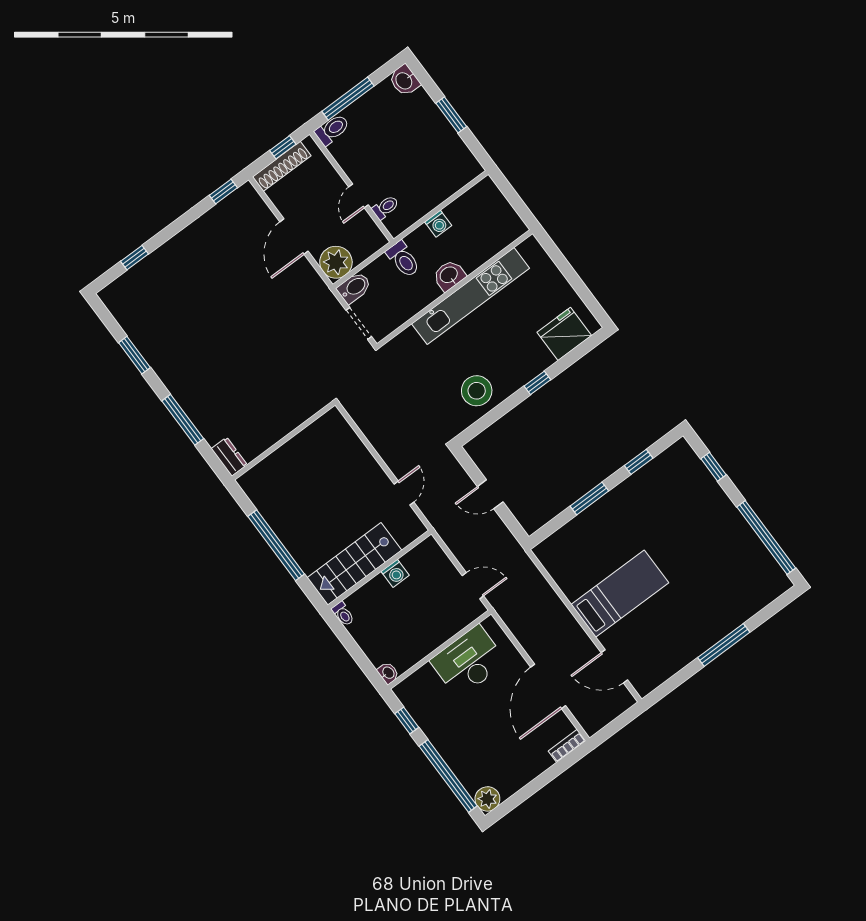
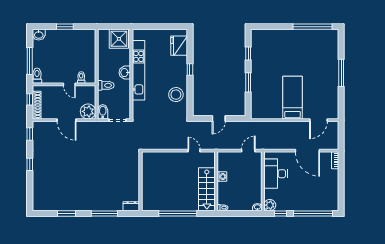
shower: (499, 223) -> (119, 39), added
washing machine: (438, 224) -> (102, 62), removed
window: (135, 258) -> (30, 164), moved
window: (713, 467) -> (271, 27), removed
plant: (487, 799) -> (270, 205), moved

